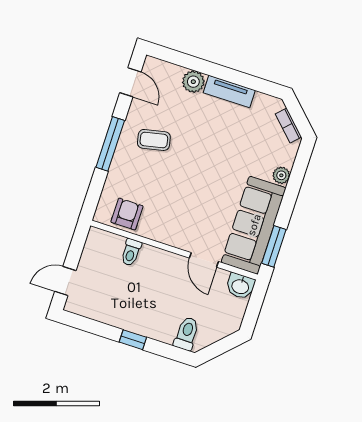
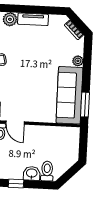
door: (204, 260) -> (15, 123), moved
washbasin: (240, 286) -> (32, 173), moved, turned 180

